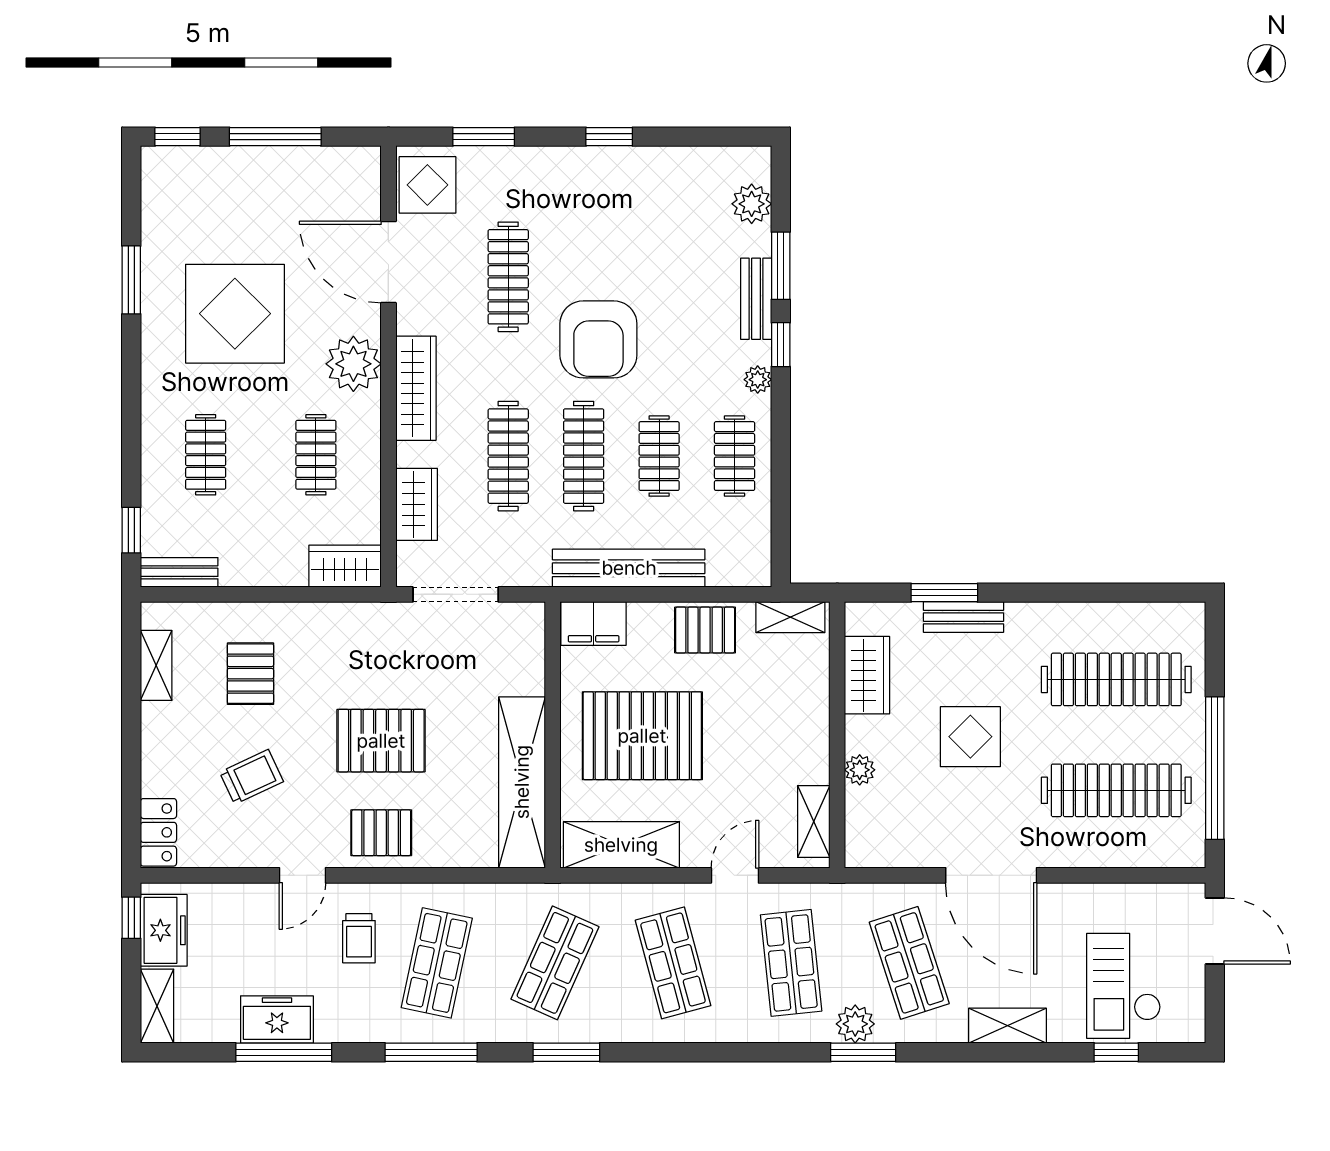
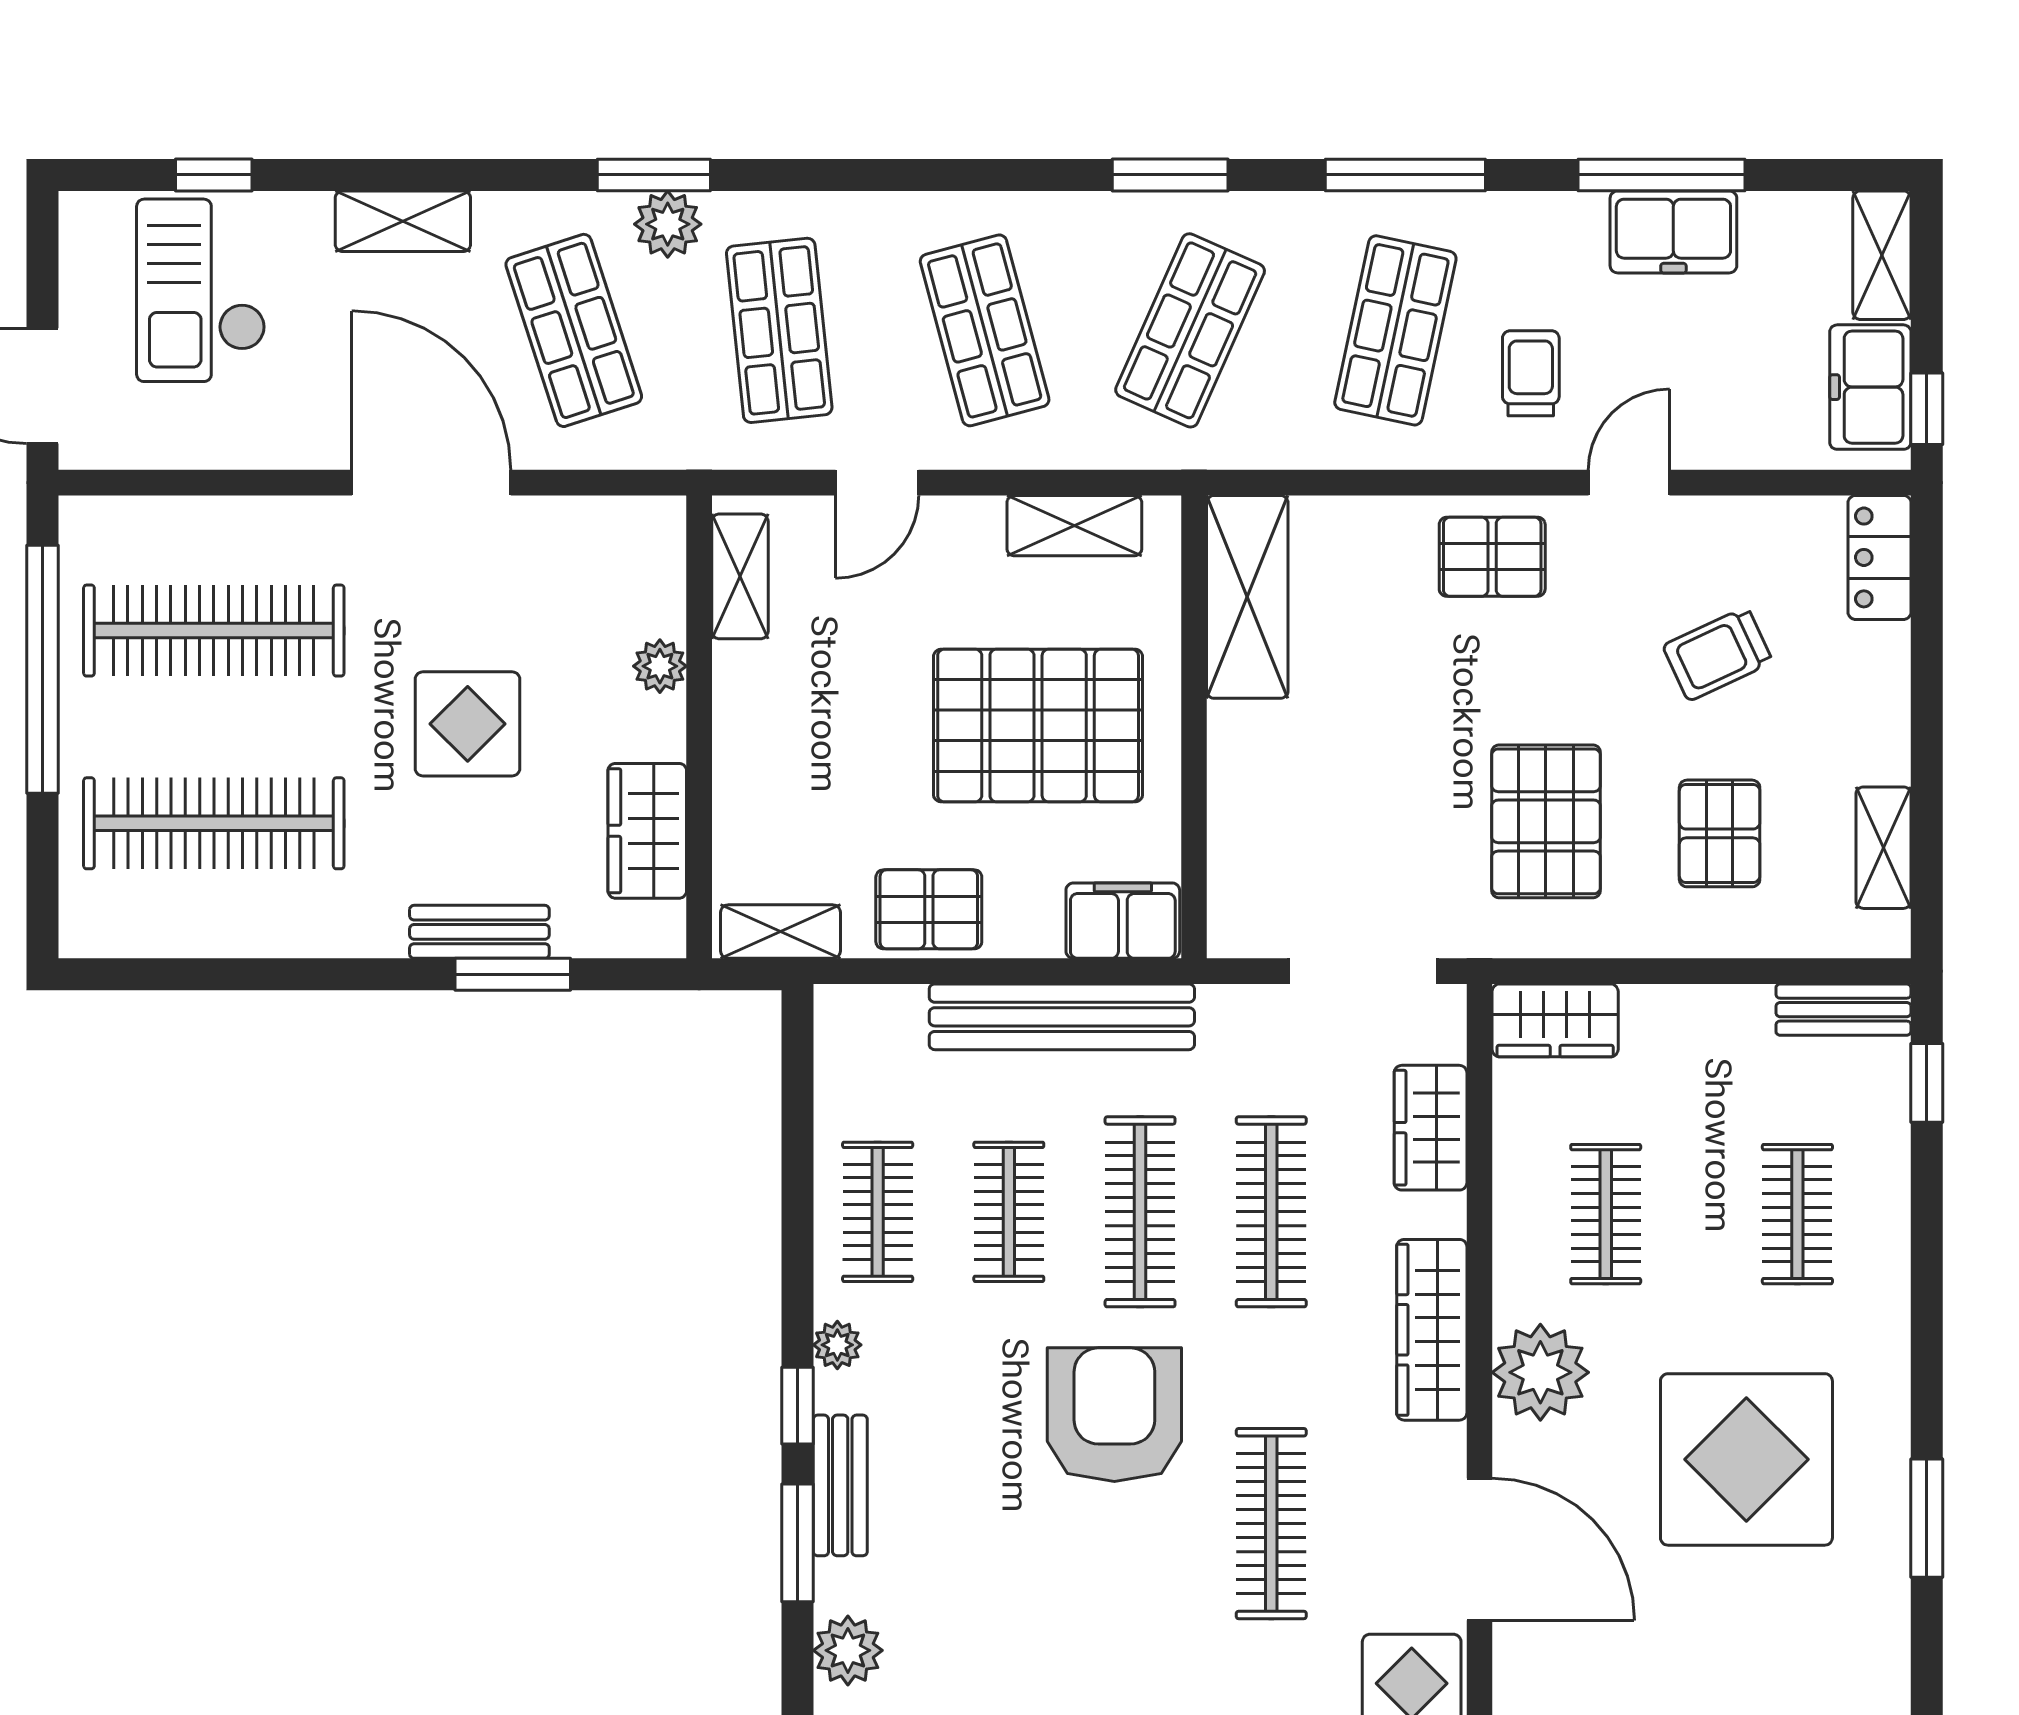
pallet: (381, 741) -> (1546, 821), moved, turned 90
shelving: (522, 782) -> (1247, 597), width x0.68
shelving: (621, 845) -> (1074, 526), width x0.67, depth x0.75
checkout: (1124, 986) -> (201, 290), turned 180

